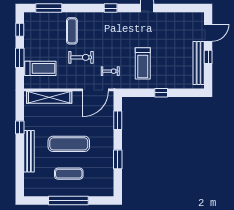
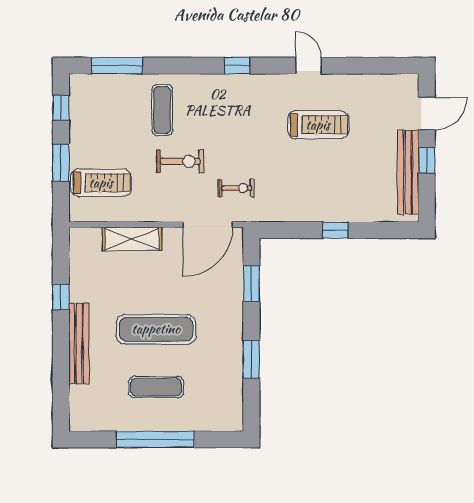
treadmill: (143, 63) -> (318, 125), moved, turned -90
shelving: (49, 97) -> (132, 239), width x0.68

